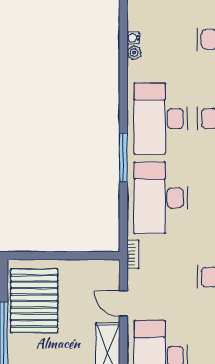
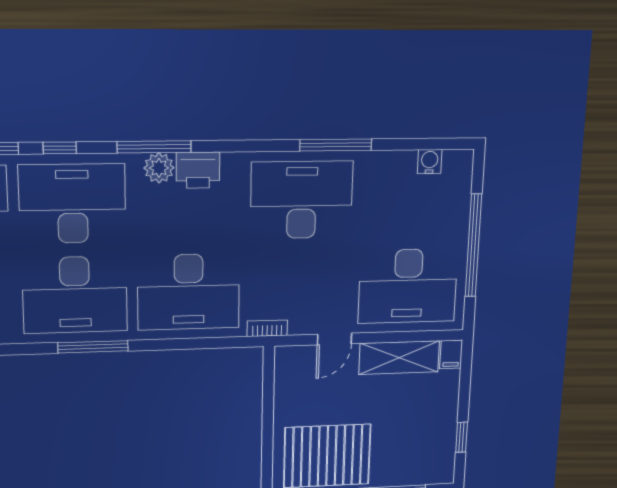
window: (123, 157) -> (93, 347), moved

